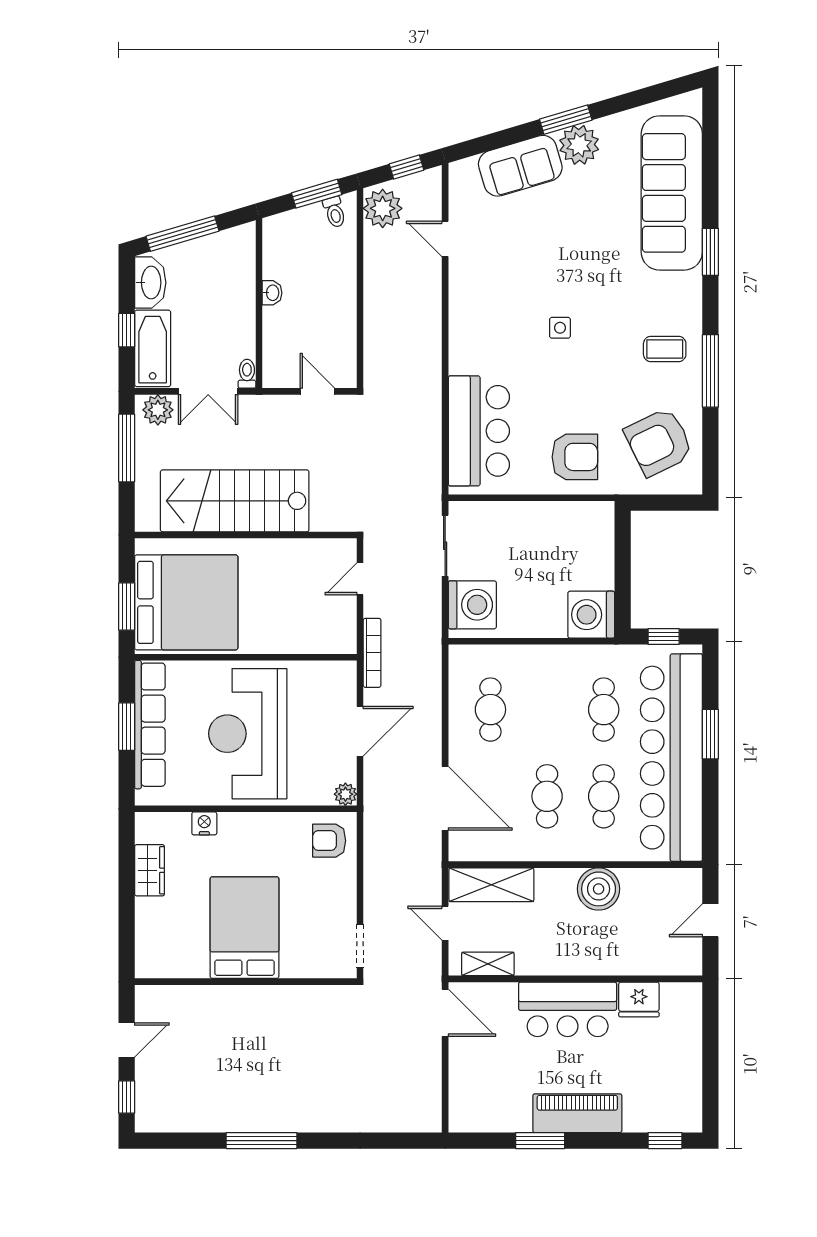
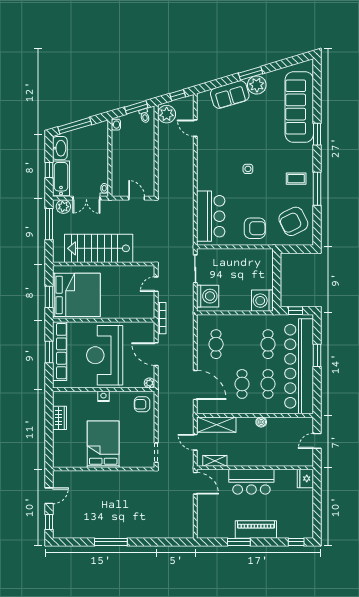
washbasin: (272, 293) -> (116, 125), moved
door: (360, 731) -> (156, 354), swing flipped
nightstand: (204, 823) -> (103, 396), moved
boiler: (599, 889) -> (261, 422), width x0.54, depth x0.54
fridge: (639, 999) -> (305, 479), moved, turned 90

